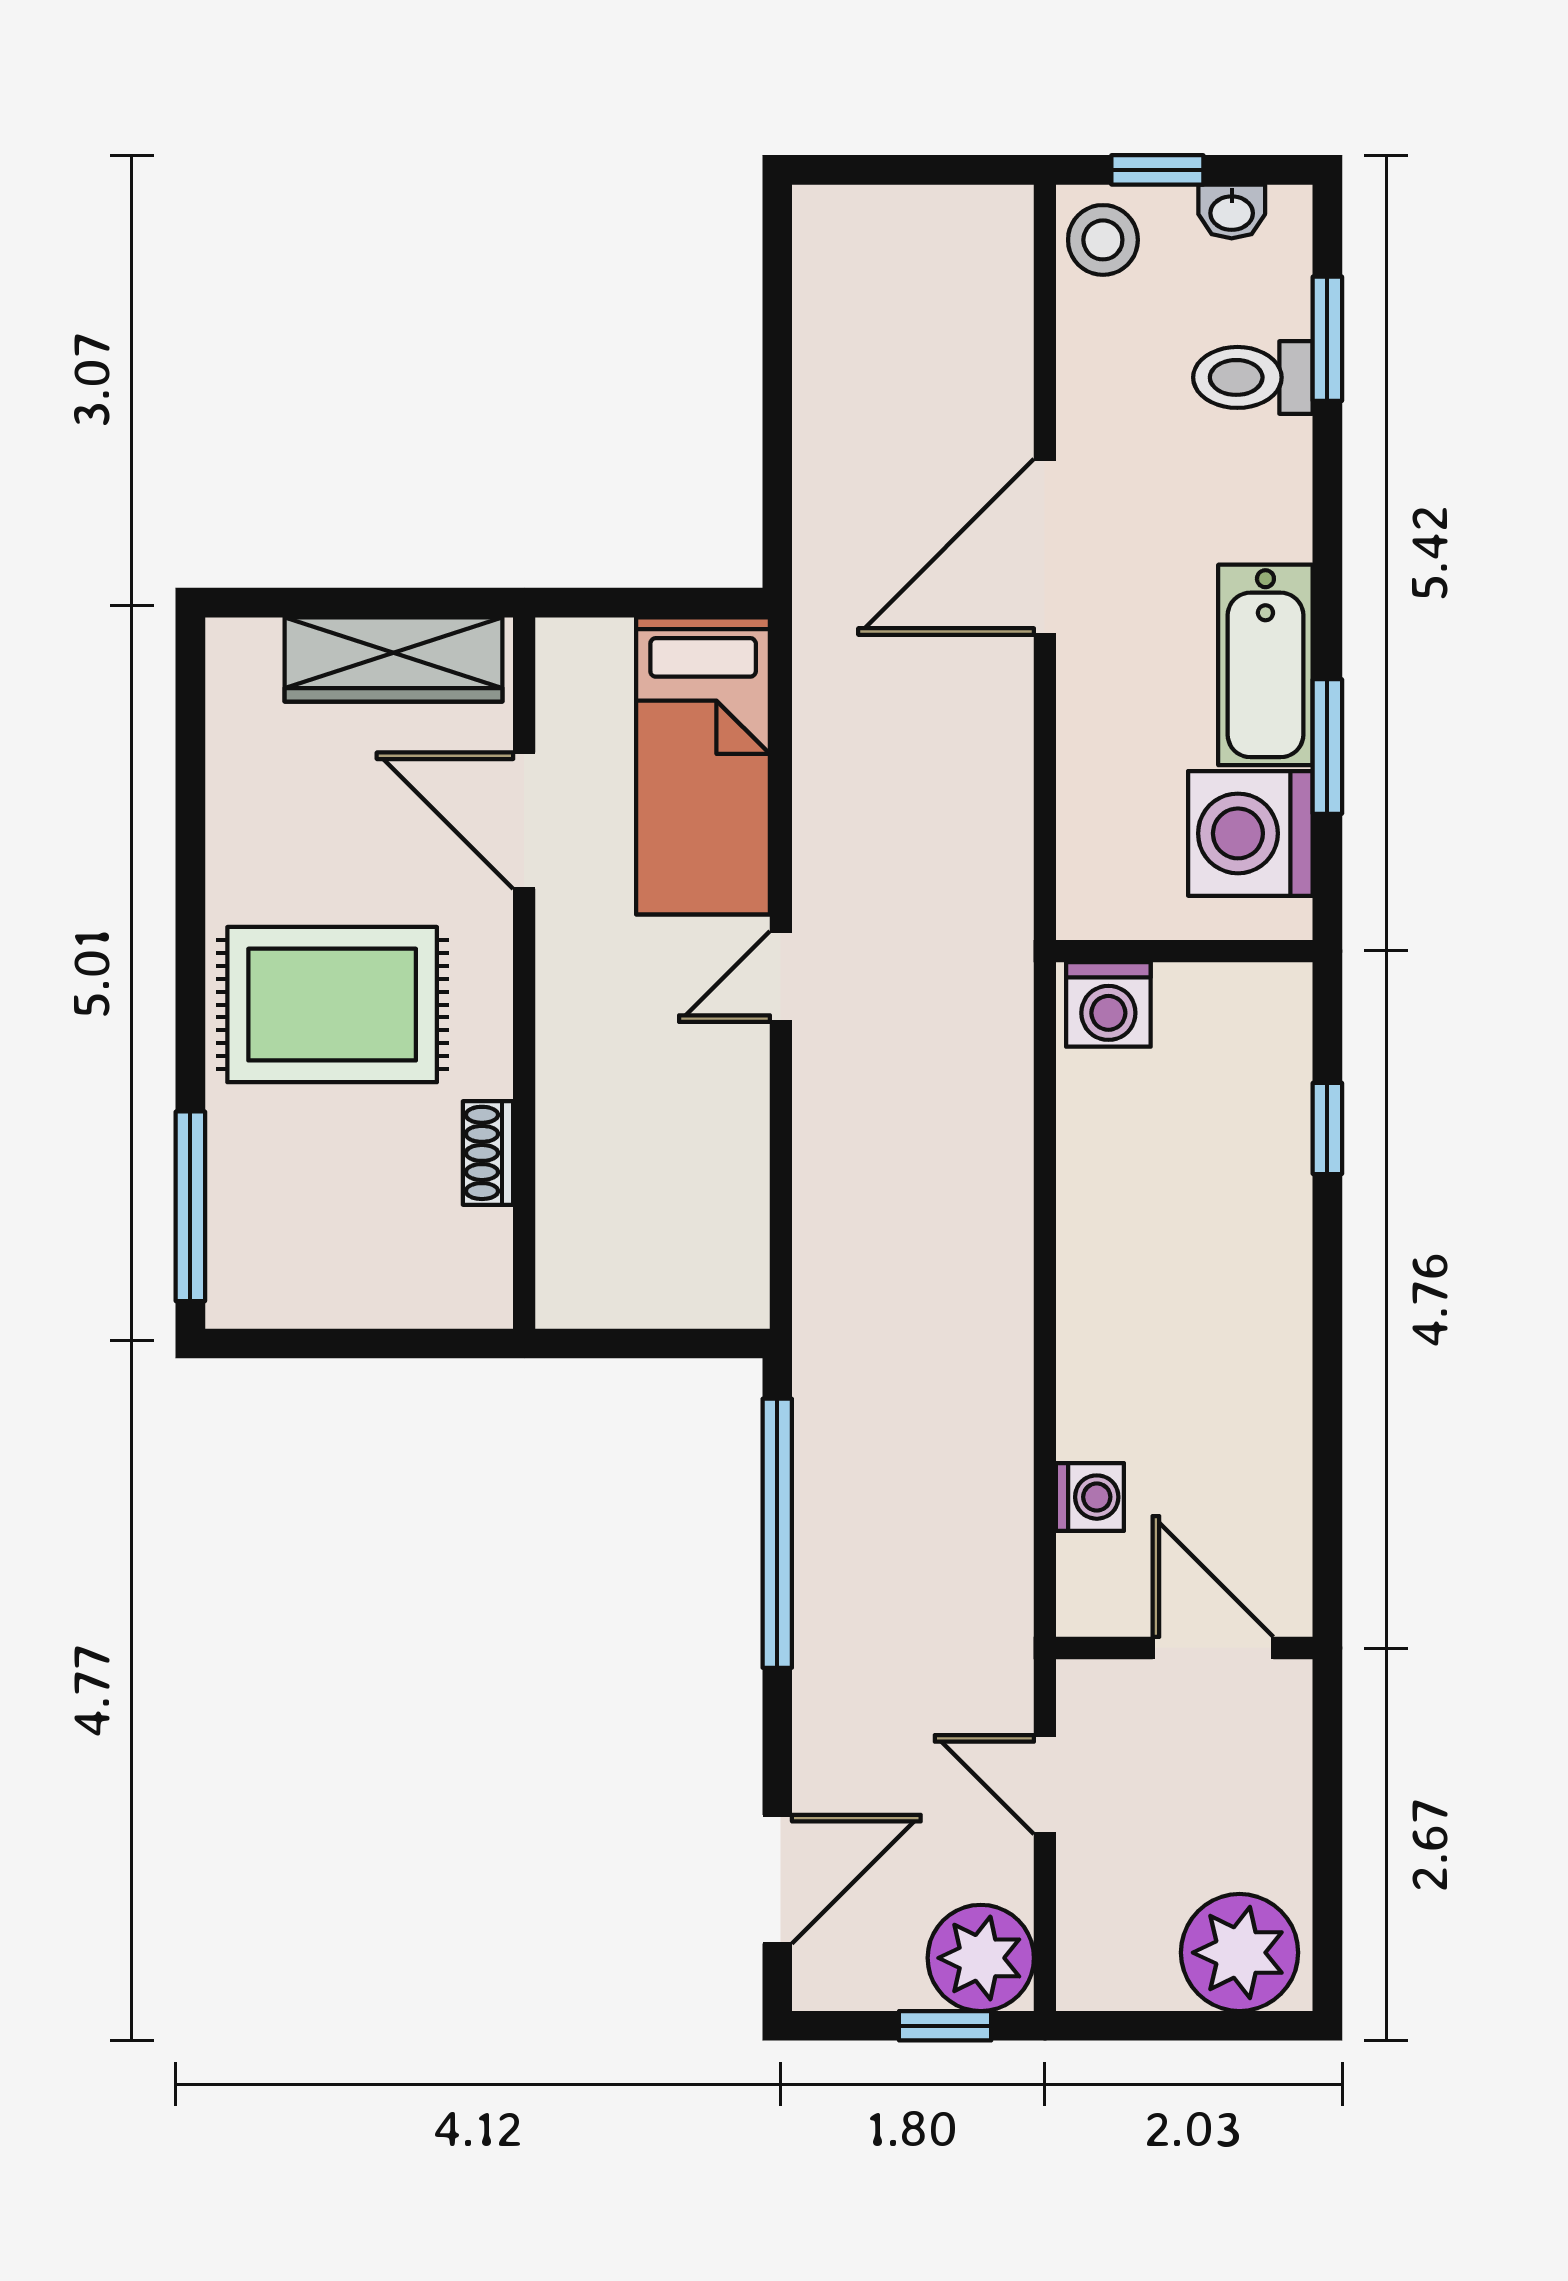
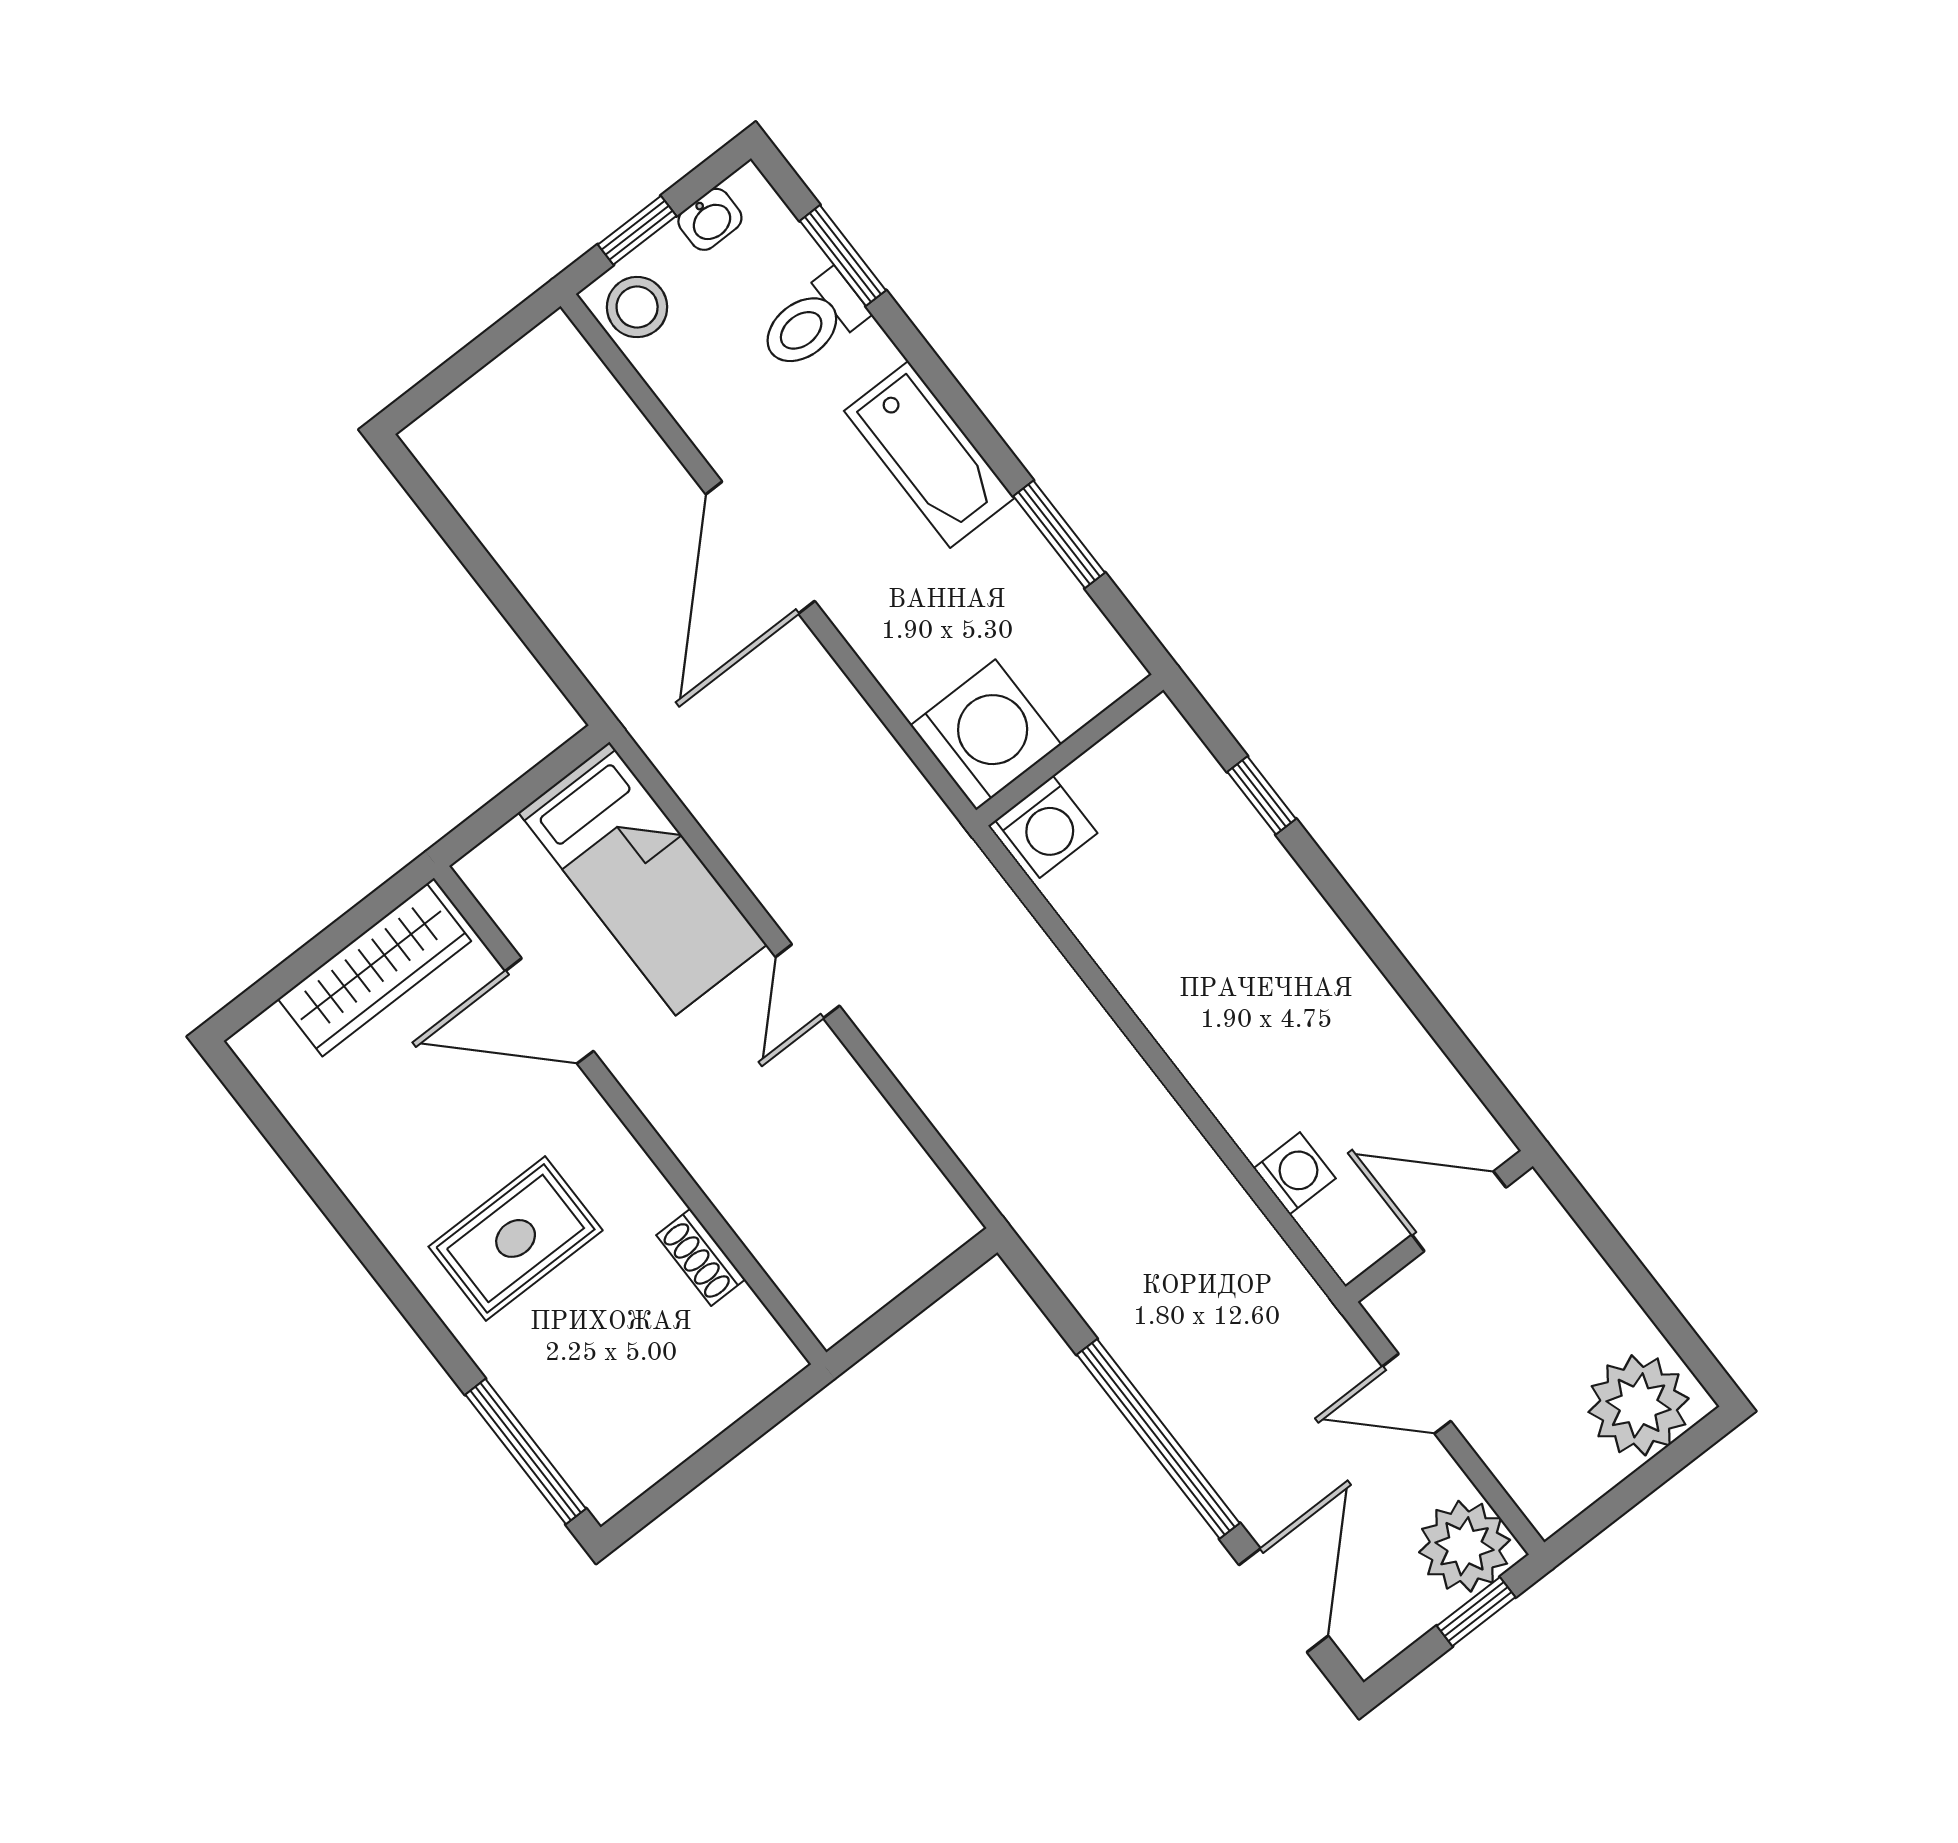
bathtub: (1265, 665) -> (929, 454), moved
washing machine: (1250, 833) -> (986, 735), moved, turned 180
rug: (332, 1005) -> (516, 1238), width x0.73, depth x0.70
window: (777, 1533) -> (1158, 1439), moved

